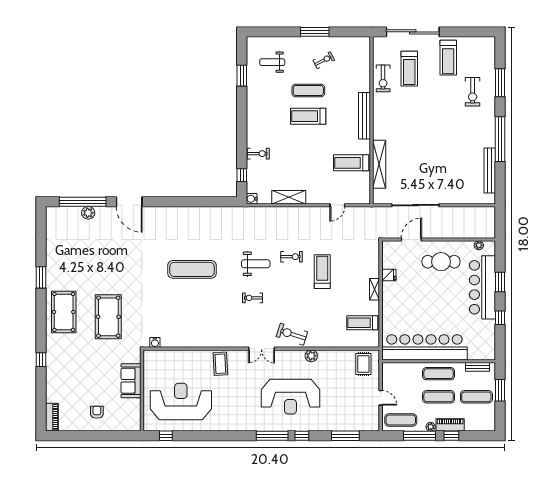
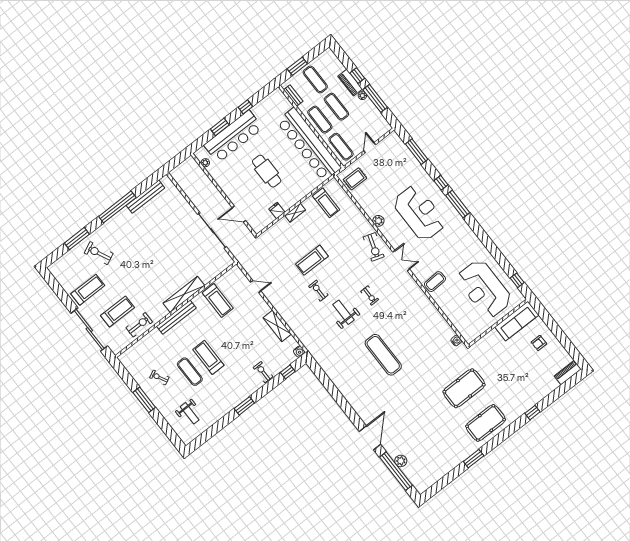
window: (242, 76) -> (244, 406), moved
exercise bike: (473, 92) -> (99, 253), turned -115
treadmill: (308, 116) -> (208, 357), turned 180
shelving: (379, 164) -> (184, 294), moved
cafe table: (441, 262) -> (267, 171), moved
sofa: (131, 381) -> (517, 321), moved, width x1.36
exercise mat: (401, 420) -> (341, 147), moved

